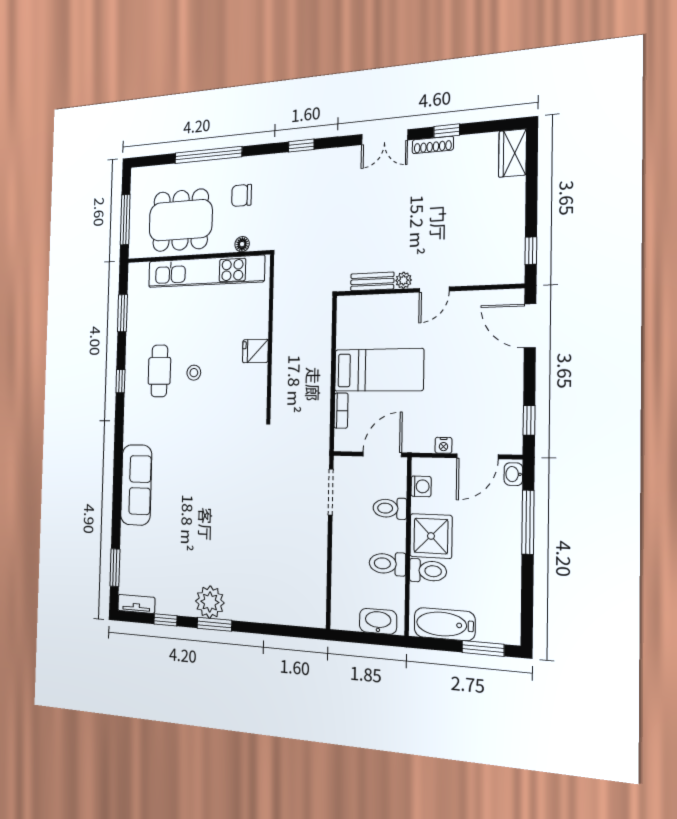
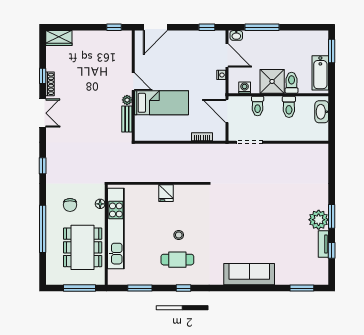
bed: (379, 370) -> (161, 103), moved, turned 90
tv unit: (136, 604) -> (323, 244), moved

